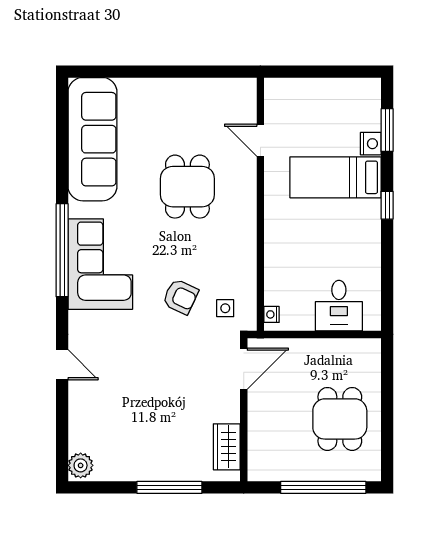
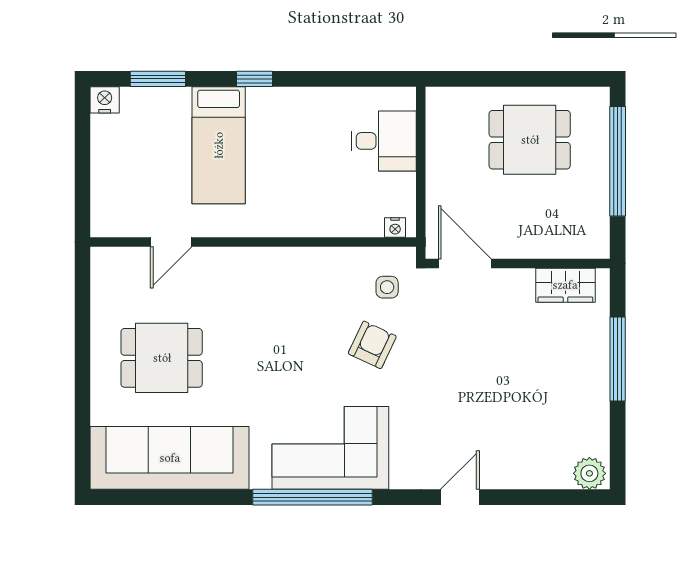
nightstand: (371, 144) -> (105, 100), moved
dining table: (187, 187) -> (162, 358), moved

